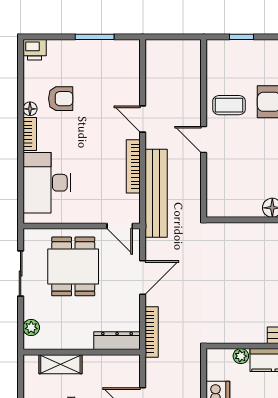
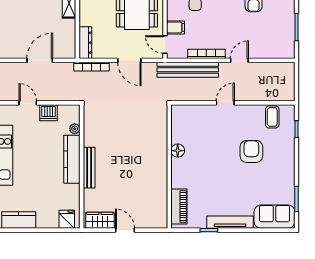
coffee table: (229, 105) -> (272, 117), moved
filing cabinet: (95, 211) -> (176, 27), added
door: (120, 226) -> (165, 44), hinge flipped

